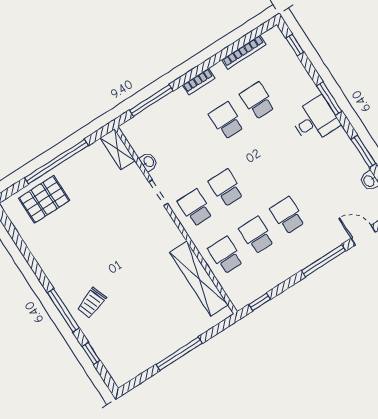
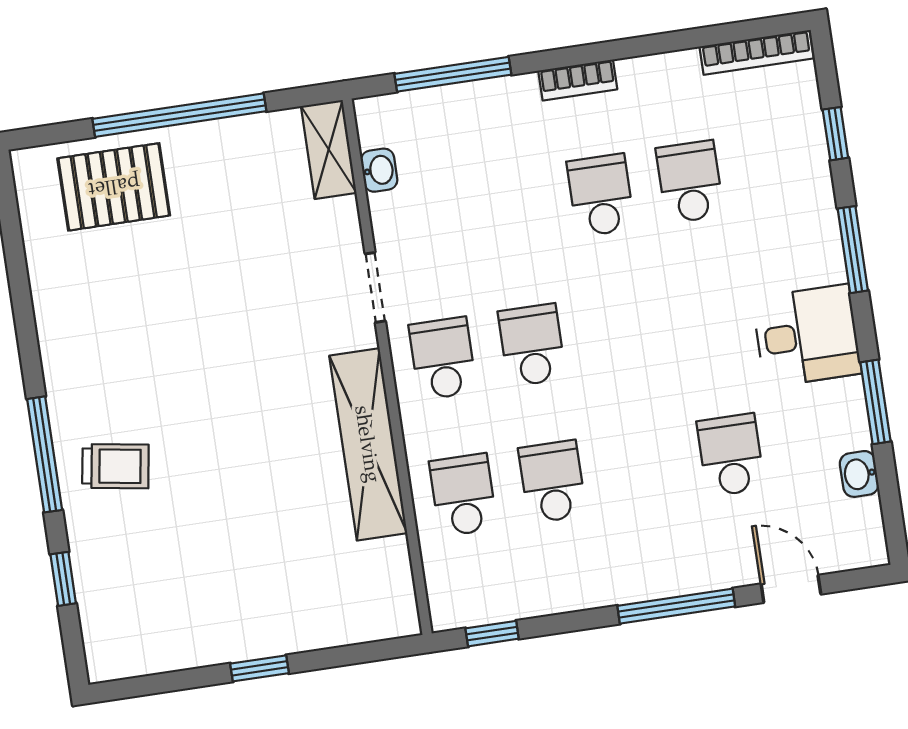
window: (295, 45) -> (835, 134), moved
bookcase: (244, 52) -> (757, 52), moved
desk: (315, 120) -> (807, 336), moved
washbasin: (148, 162) -> (379, 170), moved
school desk: (288, 215) -> (731, 455), moved
shelving: (199, 279) -> (368, 444), moved
trolley: (92, 303) -> (115, 466), turned -151
window: (179, 354) -> (259, 668), width x0.46

